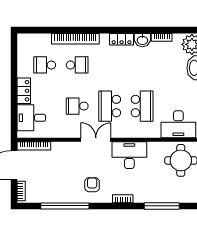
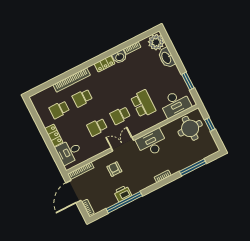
school desk: (77, 65) -> (82, 98), turned 180
school desk: (110, 106) -> (120, 115), width x0.54
armchair: (92, 185) -> (114, 169), moved
printer: (68, 195) -> (123, 193), added

